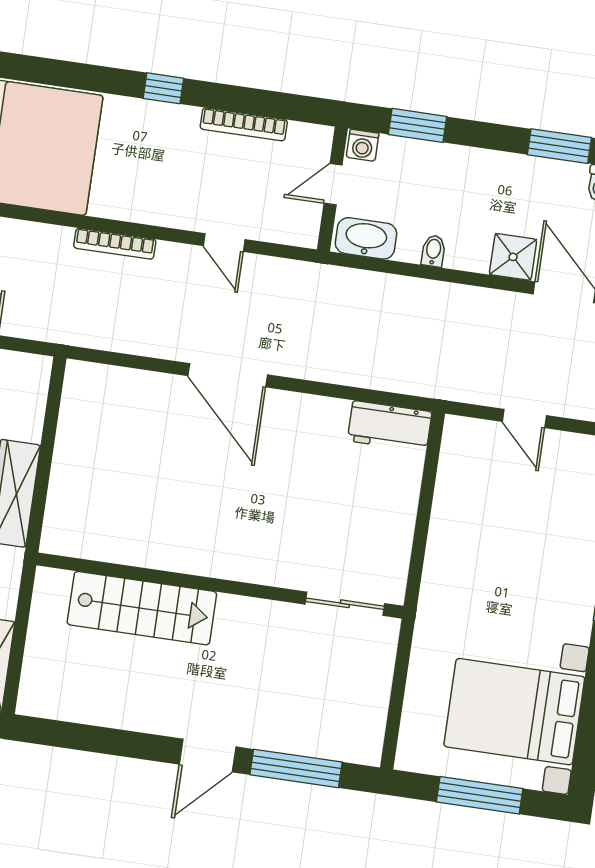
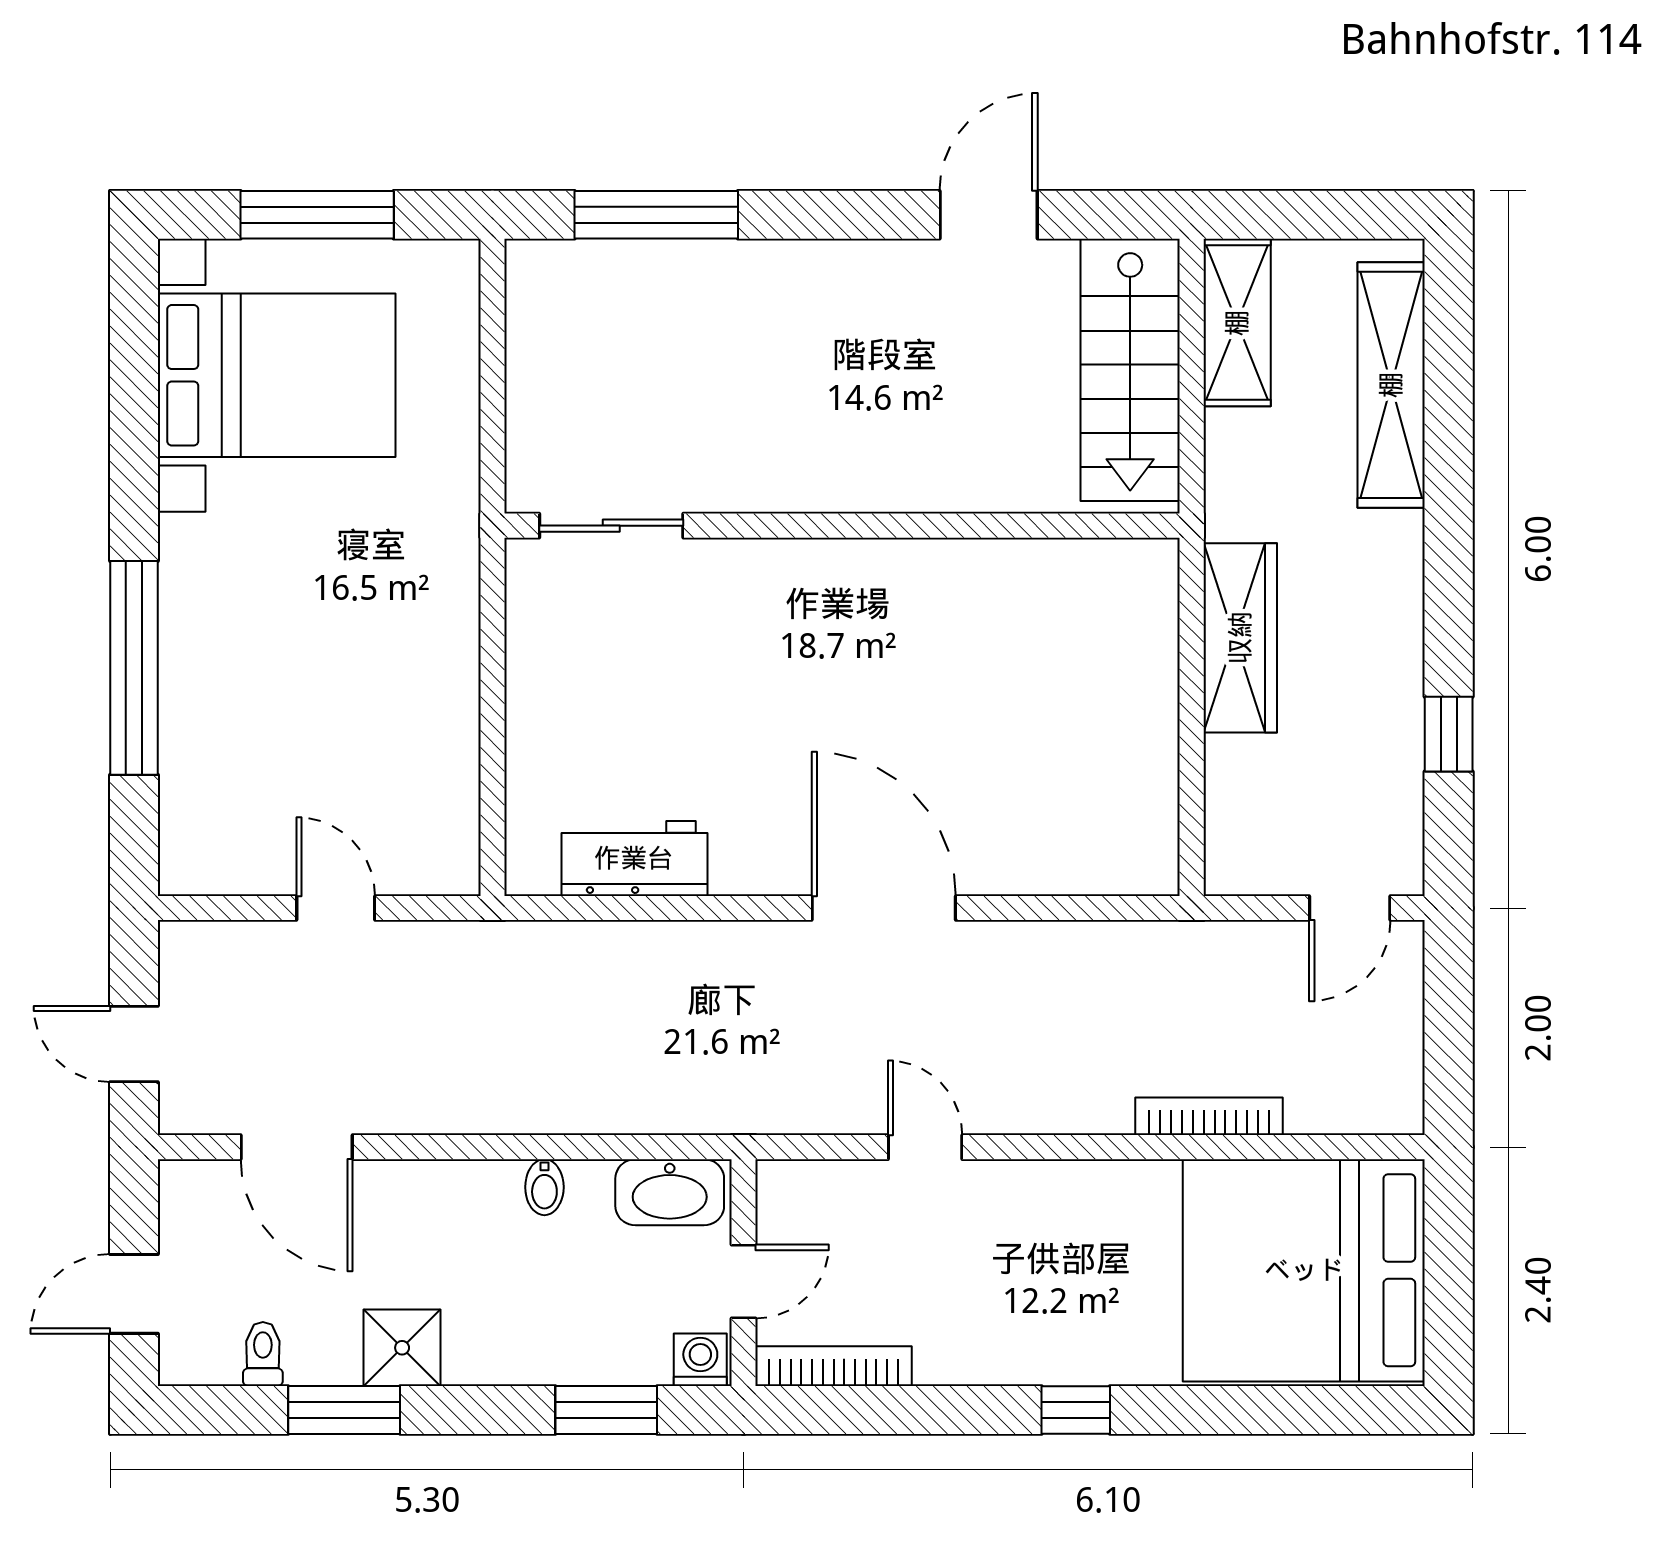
bookcase: (244, 124) -> (834, 1366), moved
bookcase: (115, 244) -> (1209, 1116), moved
shower: (513, 257) -> (402, 1348), moved
workbench: (390, 426) -> (634, 858), moved
stairs: (142, 608) -> (1130, 370), moved, turned -90
door: (208, 756) -> (989, 215), moved

